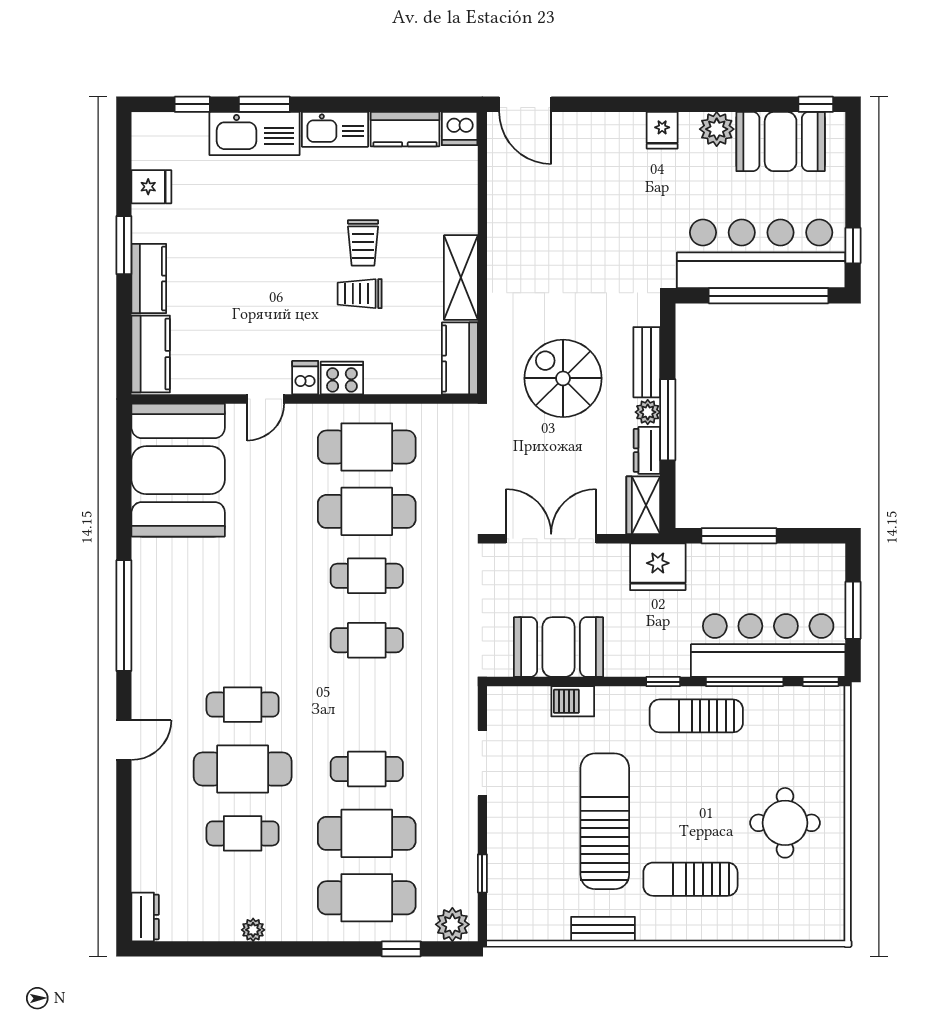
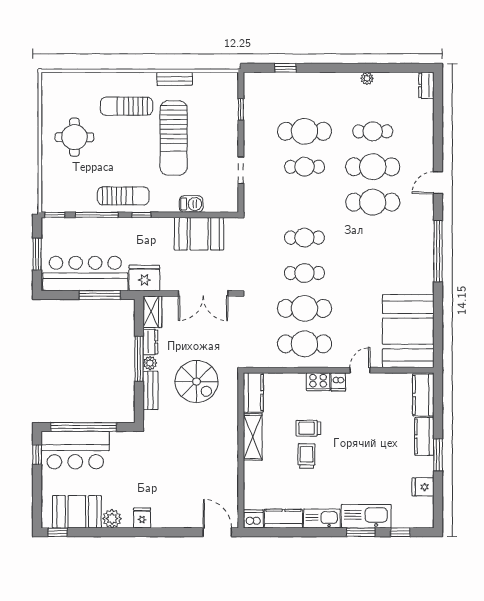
bar counter: (761, 254) -> (75, 450), width x0.73
trolley: (360, 294) -> (308, 428), turned 180
bar counter: (768, 645) -> (85, 274), moved, turned 180
cafe table: (243, 705) -> (373, 202), width x1.37, depth x1.35
doorway: (482, 763) -> (241, 170), width x0.73
sun lounger: (690, 879) -> (126, 106), turned 180
cafe table: (367, 898) -> (304, 96), removed
plant: (452, 924) -> (257, 81), removed

